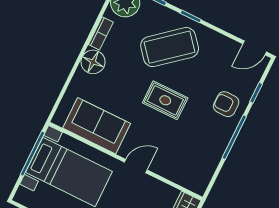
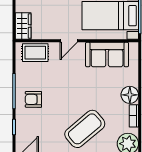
rug: (165, 100) -> (35, 53), moved
armchair: (226, 104) -> (33, 99), moved, turned 180

